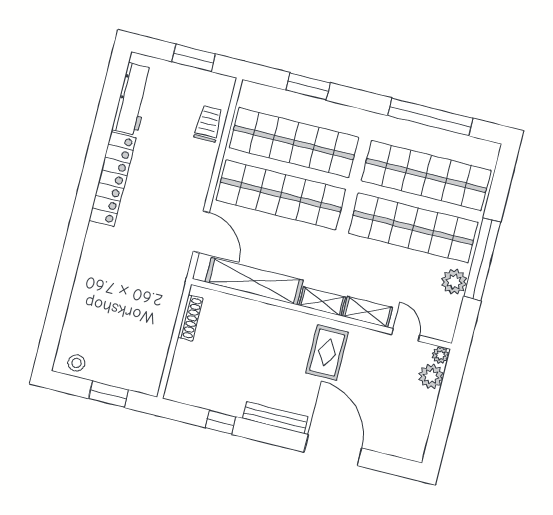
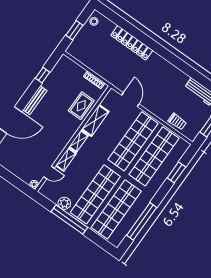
locker: (113, 179) -> (132, 43), moved
door: (201, 232) -> (130, 100), swing flipped
shelving: (254, 281) -> (95, 120), width x0.68
rug: (327, 353) -> (81, 106), moved, turned 90
plant: (431, 376) -> (26, 177), removed

